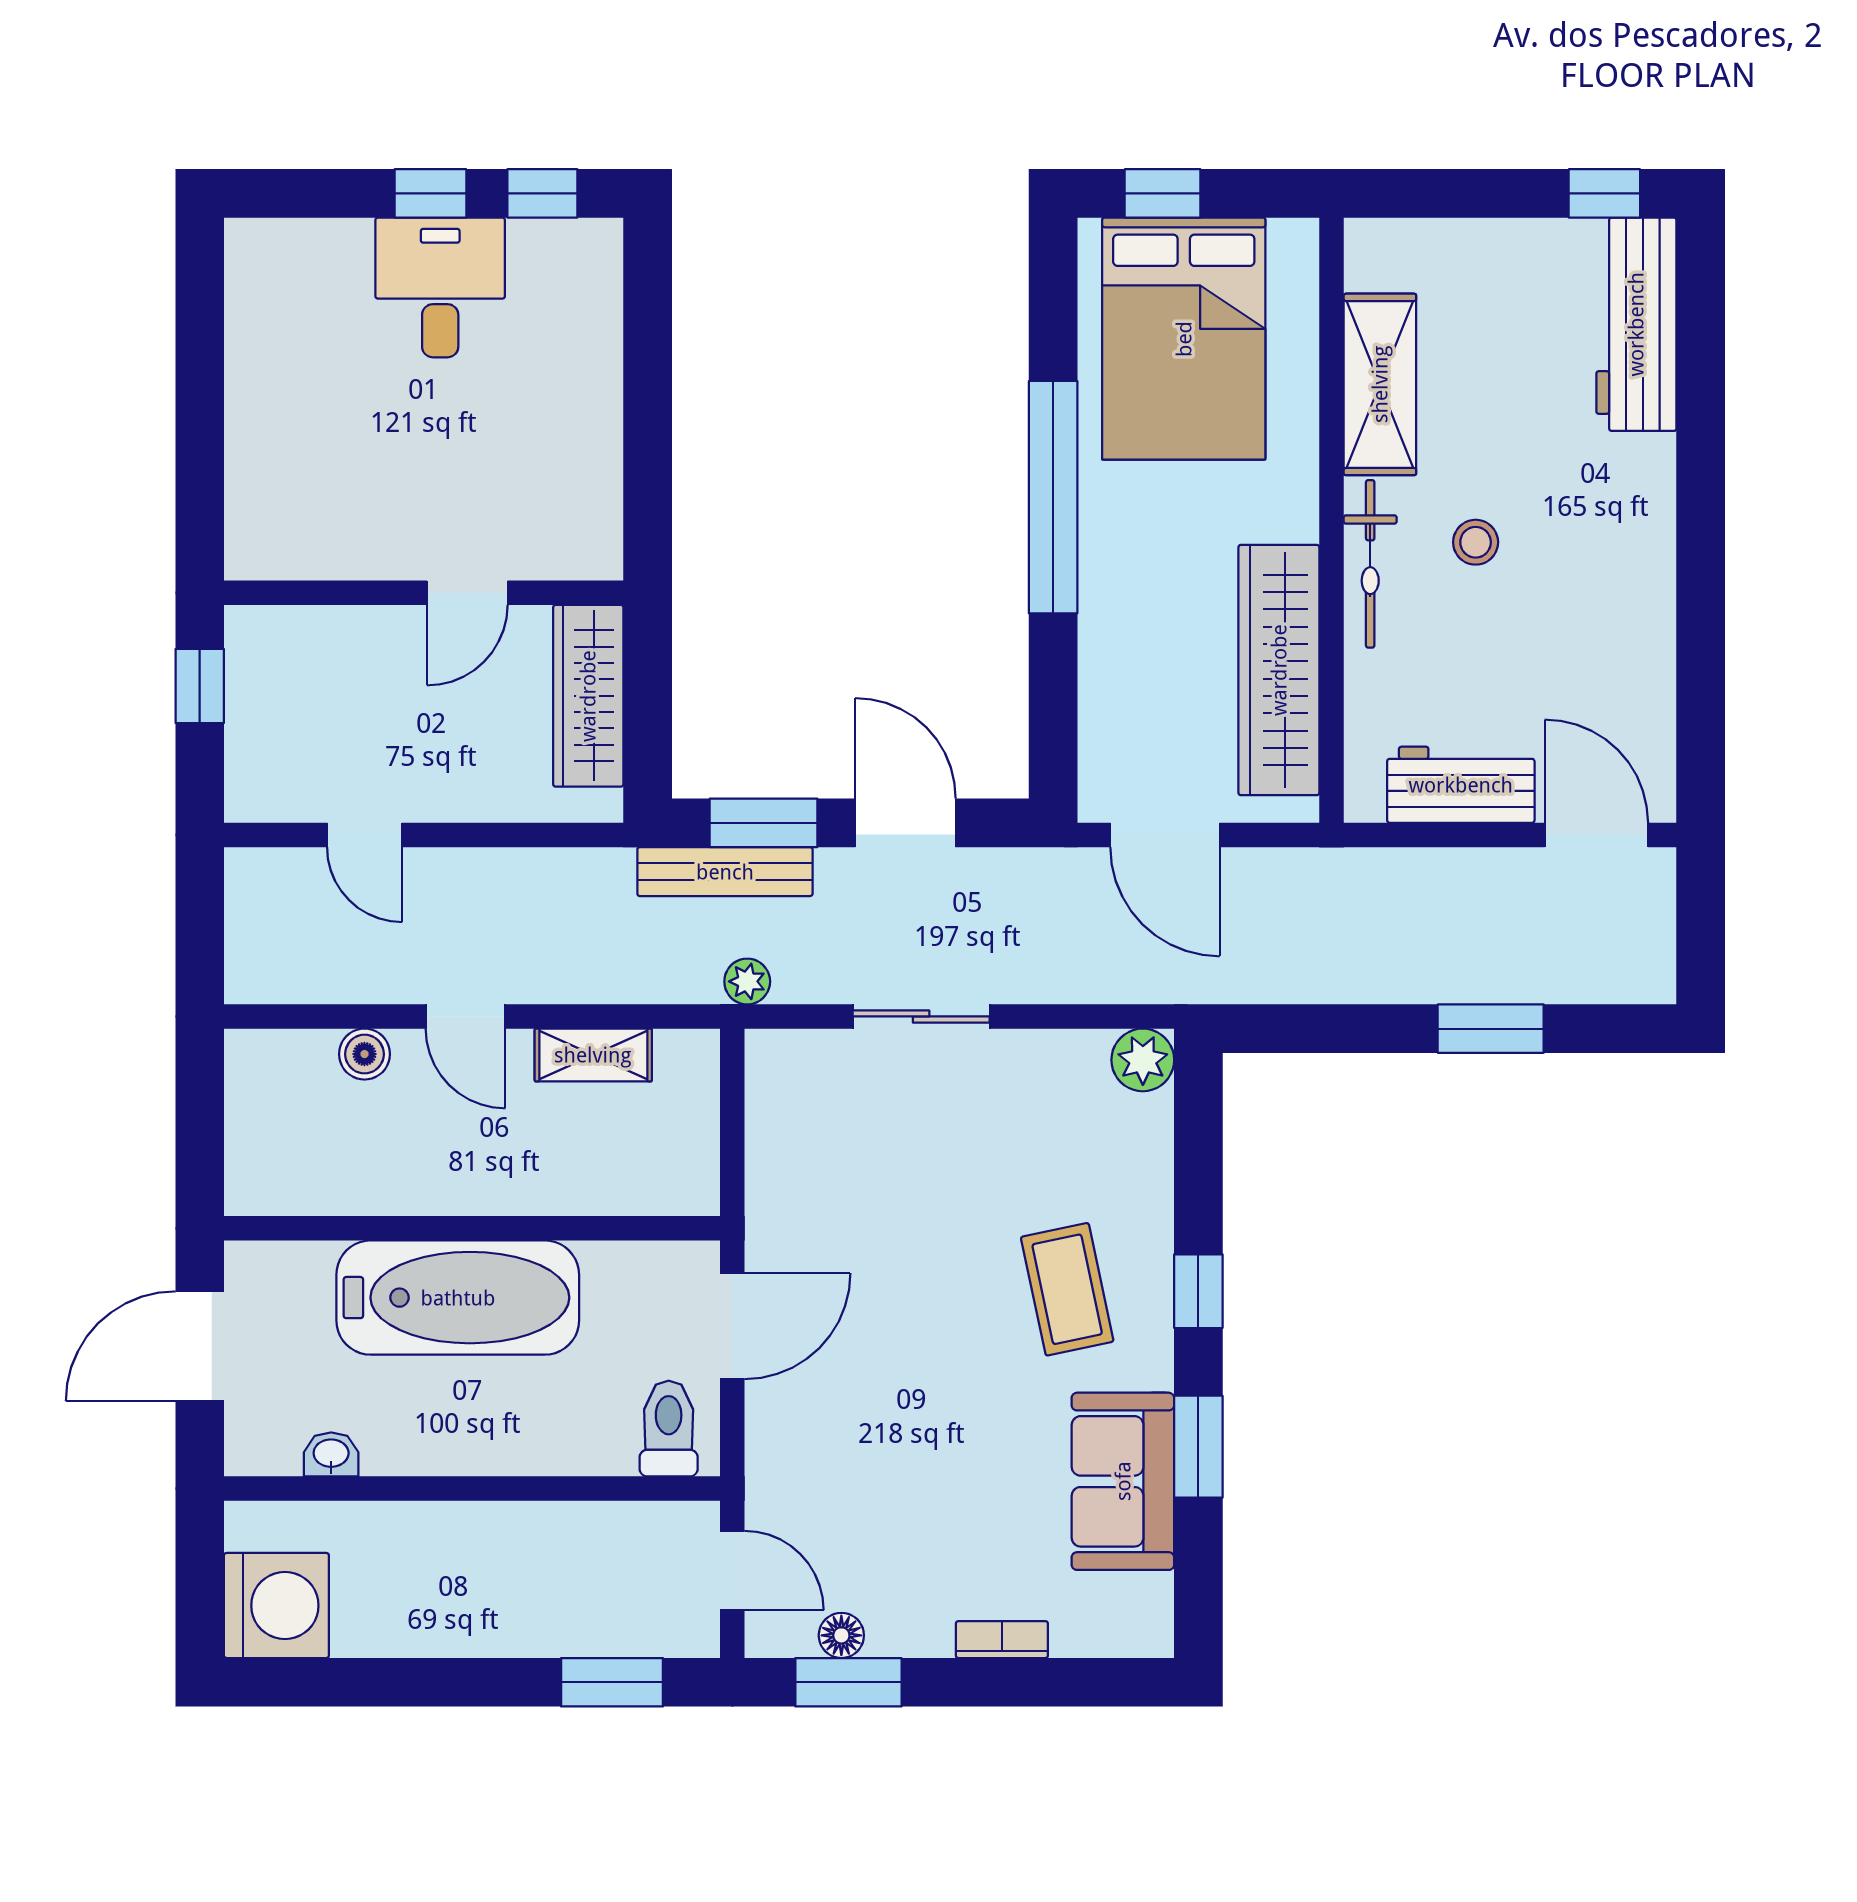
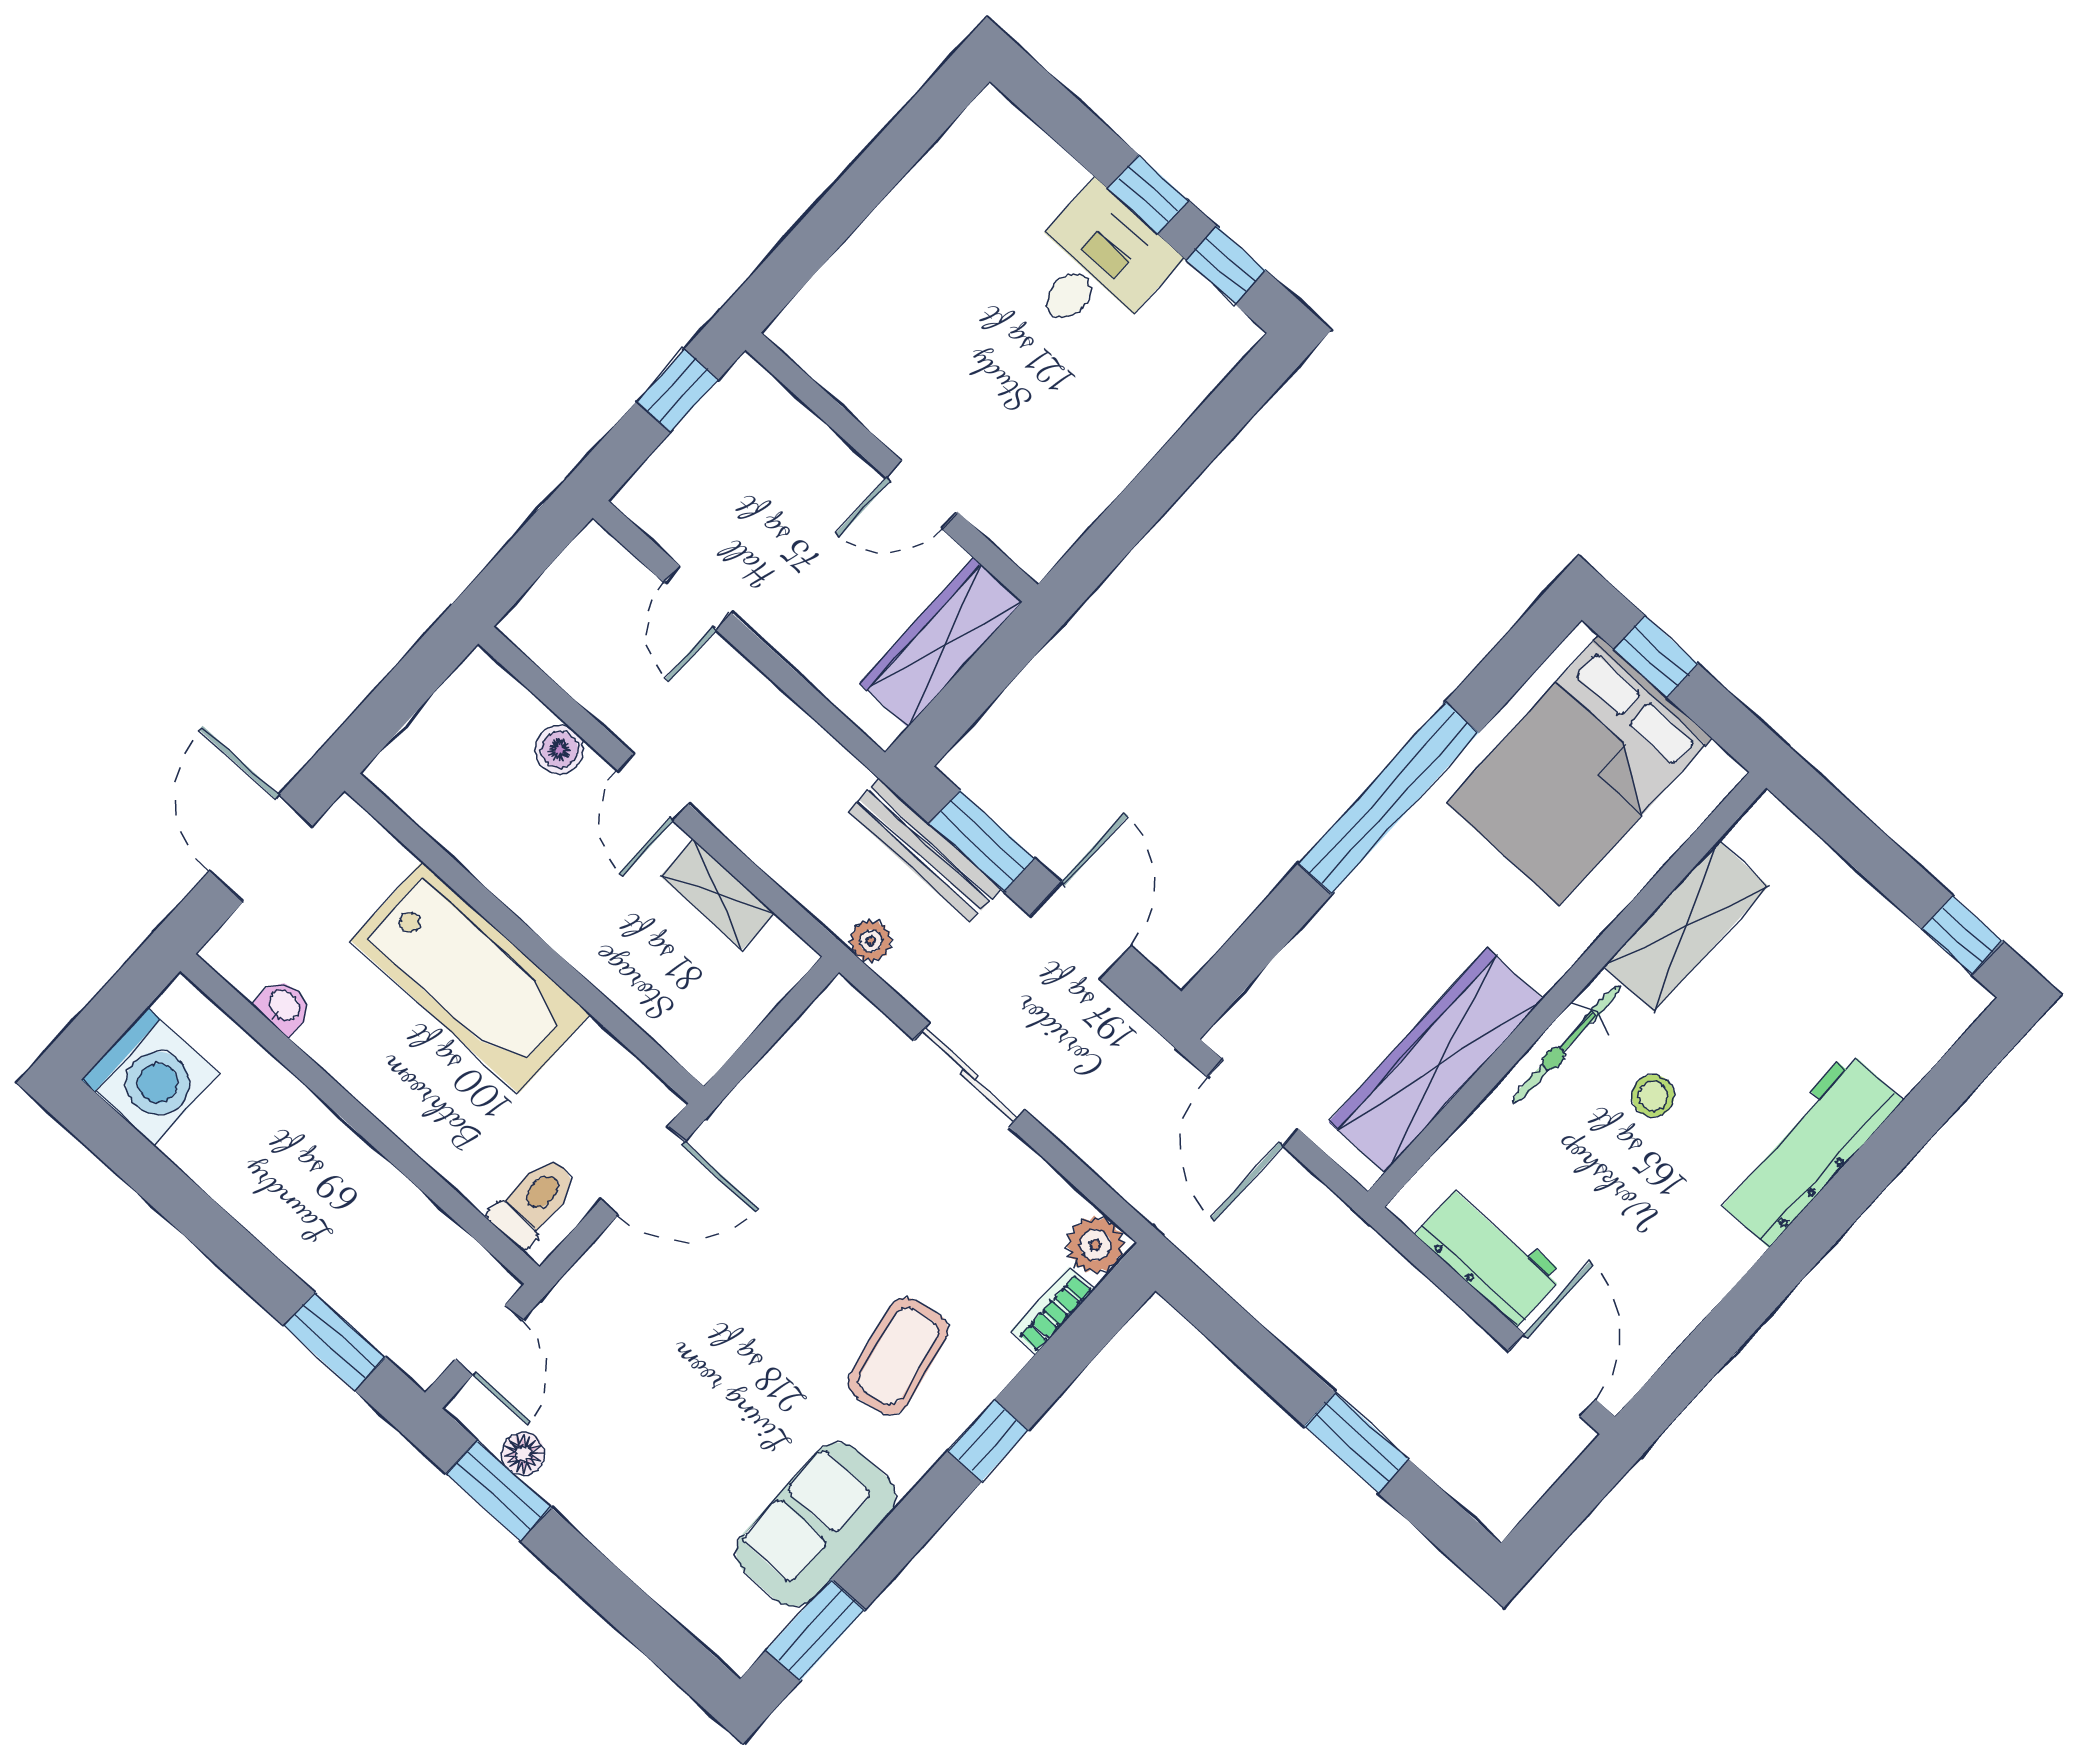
workbench: (1636, 324) -> (1809, 1149), moved
door: (200, 1346) -> (261, 848), hinge flipped
window: (1198, 1447) -> (815, 1630), moved
bookcase: (1002, 1640) -> (1053, 1310), moved, turned -90

